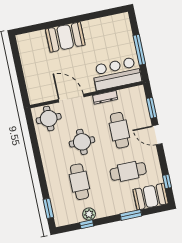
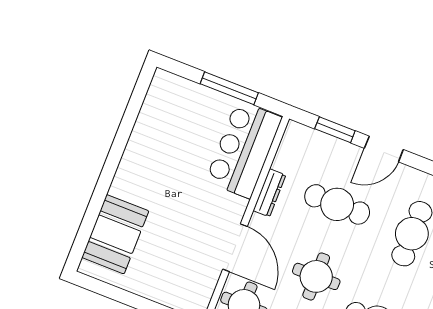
booth: (65, 37) -> (115, 234), moved
door: (71, 98) -> (235, 248), swing flipped

